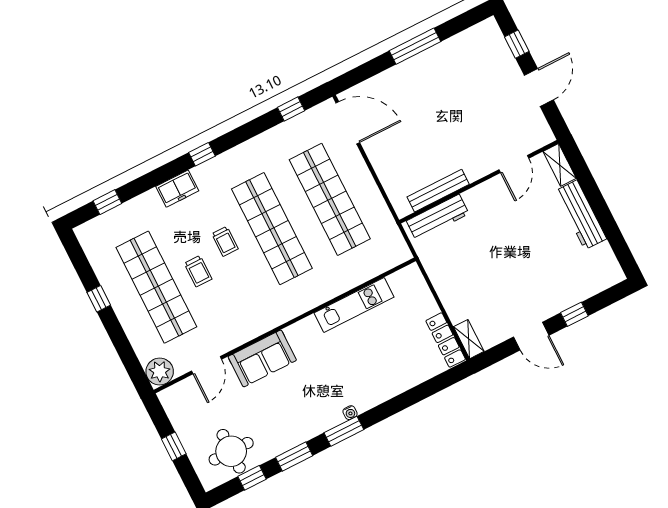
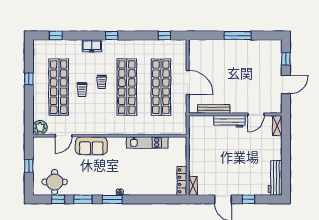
door: (348, 123) -> (188, 82), moved
workbench: (581, 215) -> (275, 178), moved
workbench: (438, 217) -> (229, 121), moved

